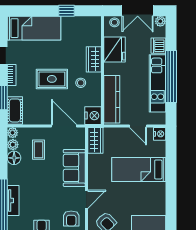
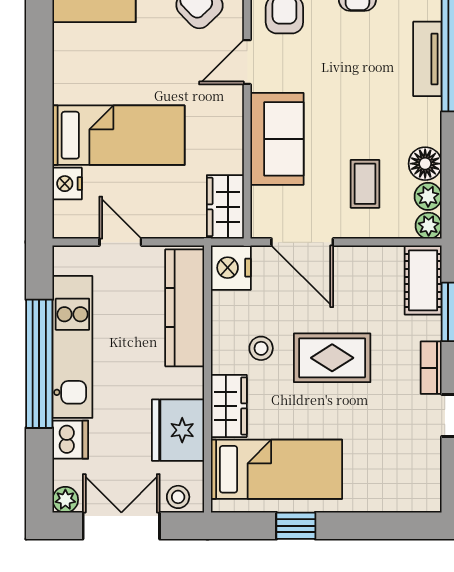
bed: (34, 28) -> (276, 469), moved, turned 180
nightstand: (160, 134) -> (67, 184), moved

